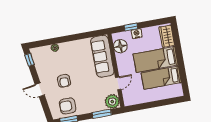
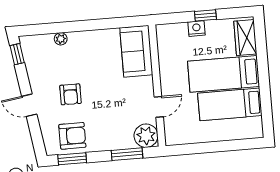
window: (131, 27) -> (205, 15), moved
floor lamp: (120, 46) -> (168, 47), removed
sofa: (102, 56) -> (136, 51), width x0.73
armchair: (68, 106) -> (72, 136), turned 180

